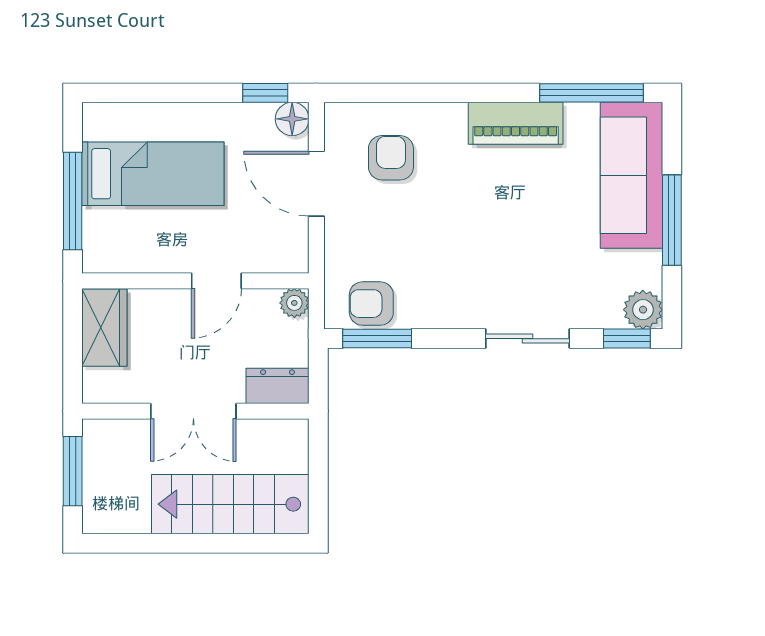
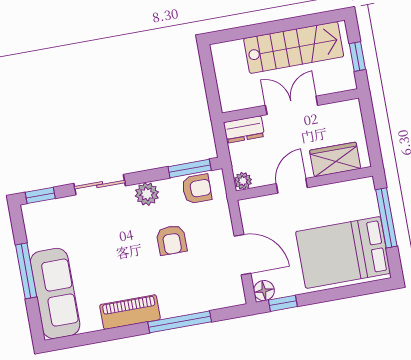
window: (592, 93) -> (180, 322), moved
armchair: (391, 158) -> (171, 240), moved
bed: (153, 174) -> (343, 252), width x1.50
plant: (643, 310) -> (147, 194), moved
wardrobe: (104, 328) -> (335, 159), moved, turned 90
window: (73, 471) -> (357, 56), width x0.67
stairs: (230, 504) -> (294, 48), moved

